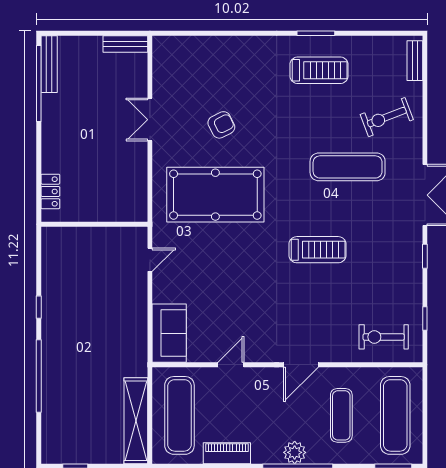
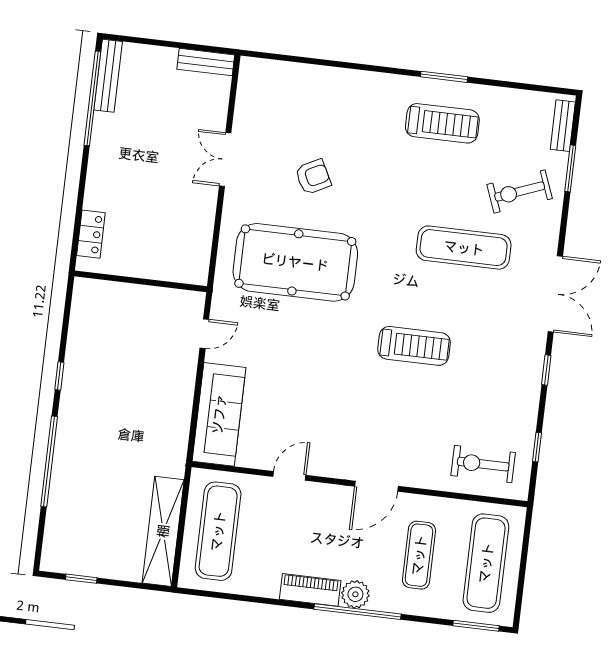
window: (425, 94) -> (570, 168), added
sofa: (169, 333) -> (219, 414), width x1.36
piano: (227, 453) -> (310, 590), moved

